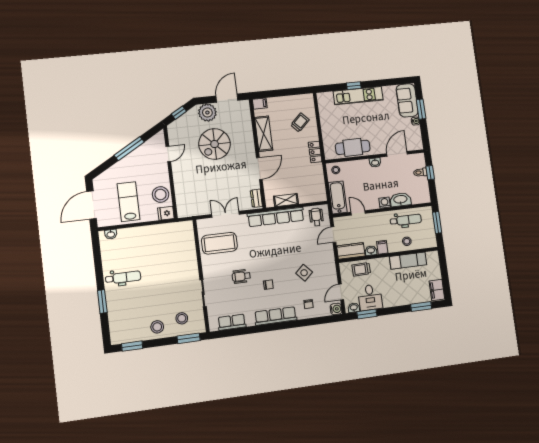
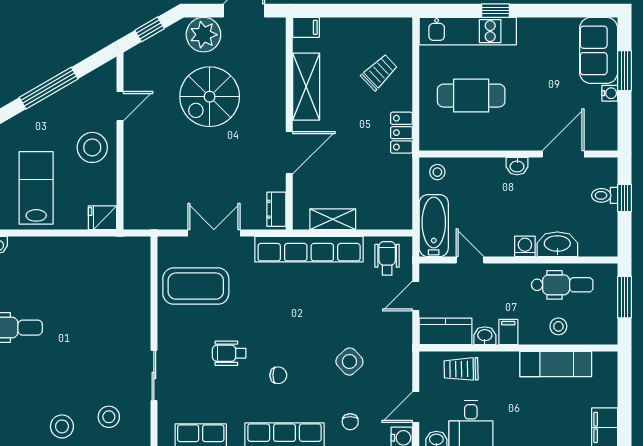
kitchen unit: (358, 96) -> (468, 31), moved
cafe table: (353, 147) -> (471, 96), moved
stool: (161, 194) -> (92, 147), moved

